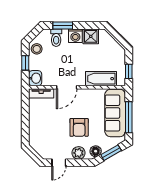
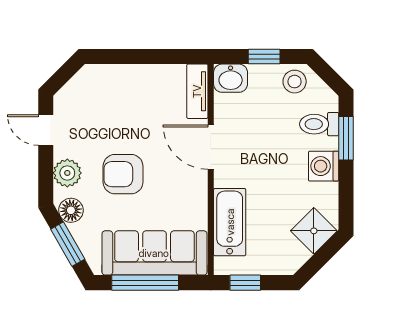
shower: (91, 36) -> (314, 231), moved, turned 45

